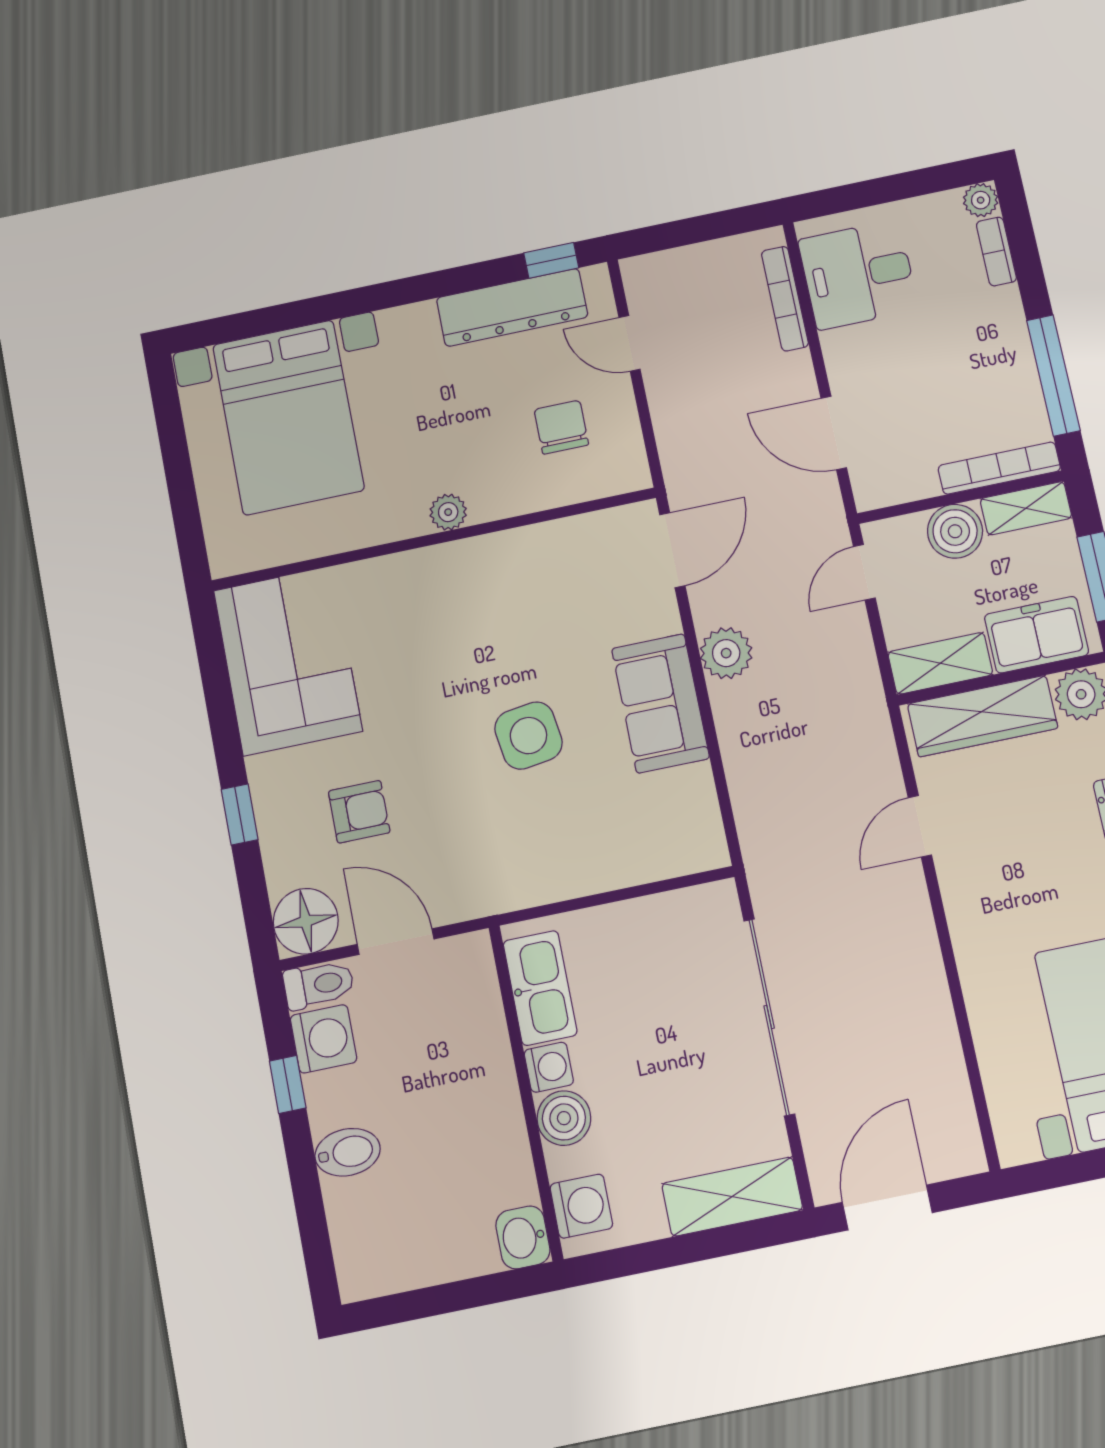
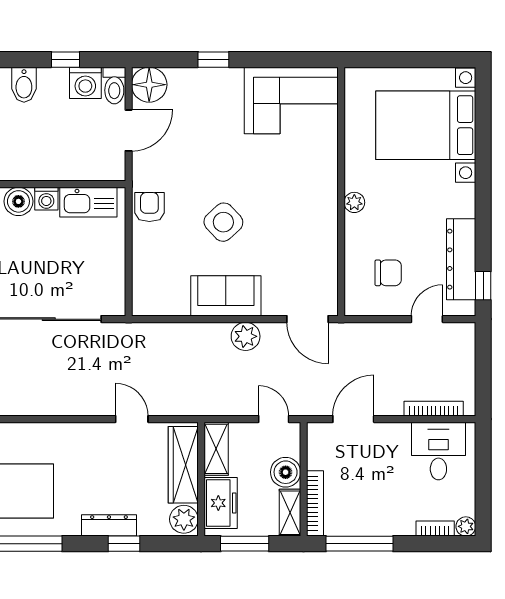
side table: (528, 736) -> (223, 222), turned -35
armchair: (359, 812) -> (149, 207), moved, turned 180

